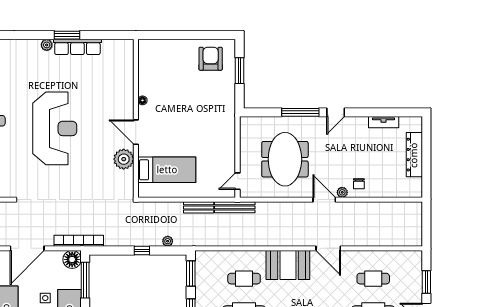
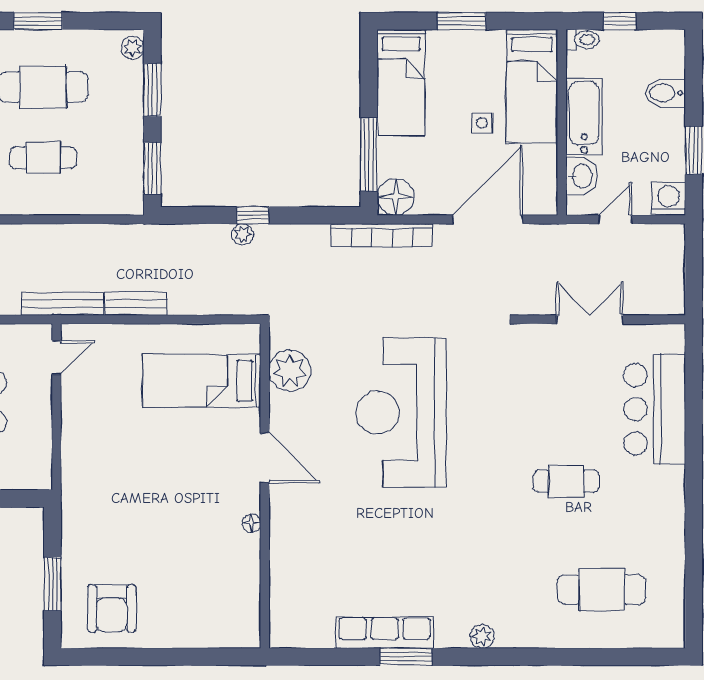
plant: (47, 45) -> (482, 637), moved
reception desk: (55, 128) -> (401, 412), moved
plant: (124, 159) -> (290, 371), moved
plant: (168, 241) -> (243, 234), moved
side table: (45, 298) -> (482, 123), moved

